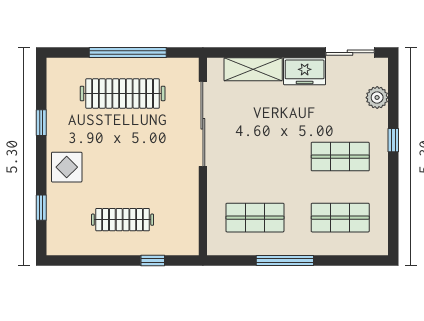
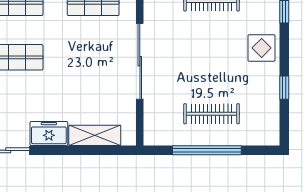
clothes rail: (123, 93) -> (212, 114), width x0.73, depth x0.76
sliding door: (203, 124) -> (140, 61), moved

